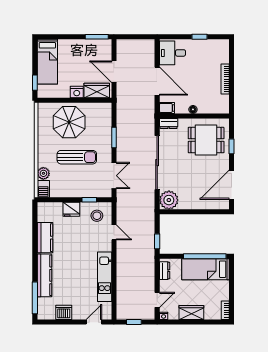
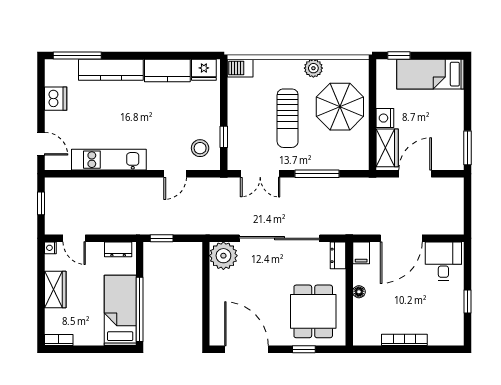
window: (114, 137) -> (317, 174), width x1.44
plant: (43, 173) -> (313, 68), moved
fridge: (71, 209) -> (204, 70), moved, turned -90

